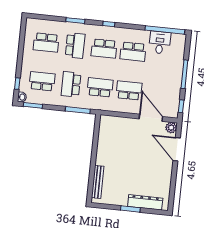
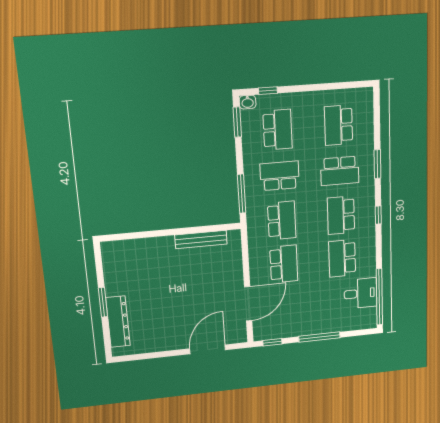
plant: (171, 128) -> (238, 335), removed
bench: (98, 182) -> (201, 240), moved

